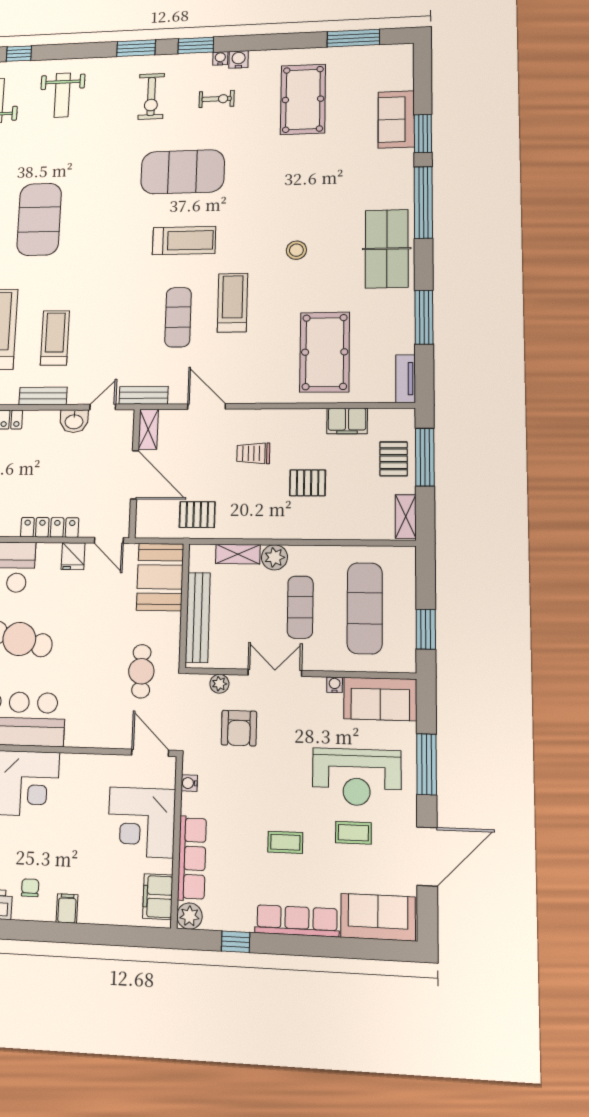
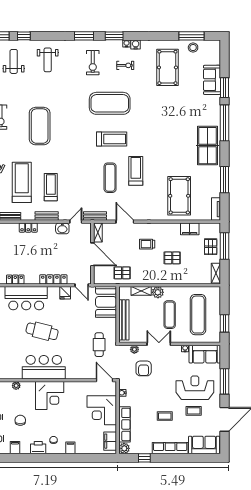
stool: (296, 250) -> (193, 48), moved
reception desk: (357, 777) -> (195, 388), turned 180

